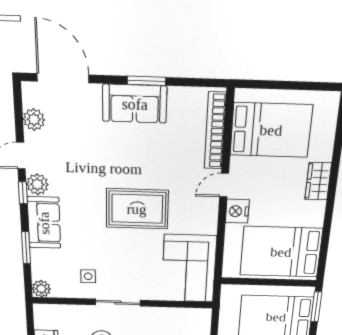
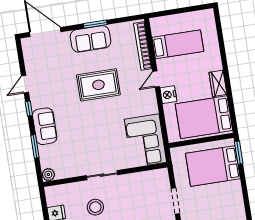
plant: (34, 119) -> (31, 60), removed
bed: (271, 130) -> (178, 44), width x0.67
wardrobe: (318, 181) -> (218, 83), moved
plant: (37, 184) -> (37, 101), removed
rug: (137, 209) -> (98, 85), moved
side table: (88, 276) -> (79, 159), removed

